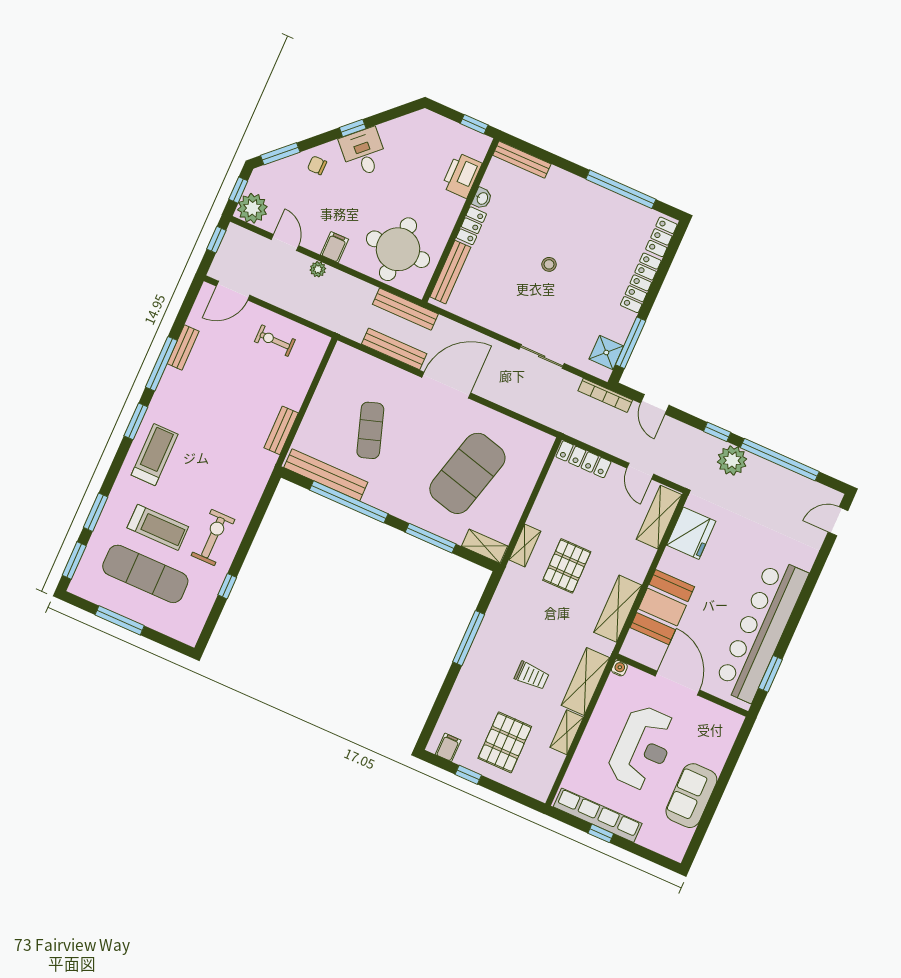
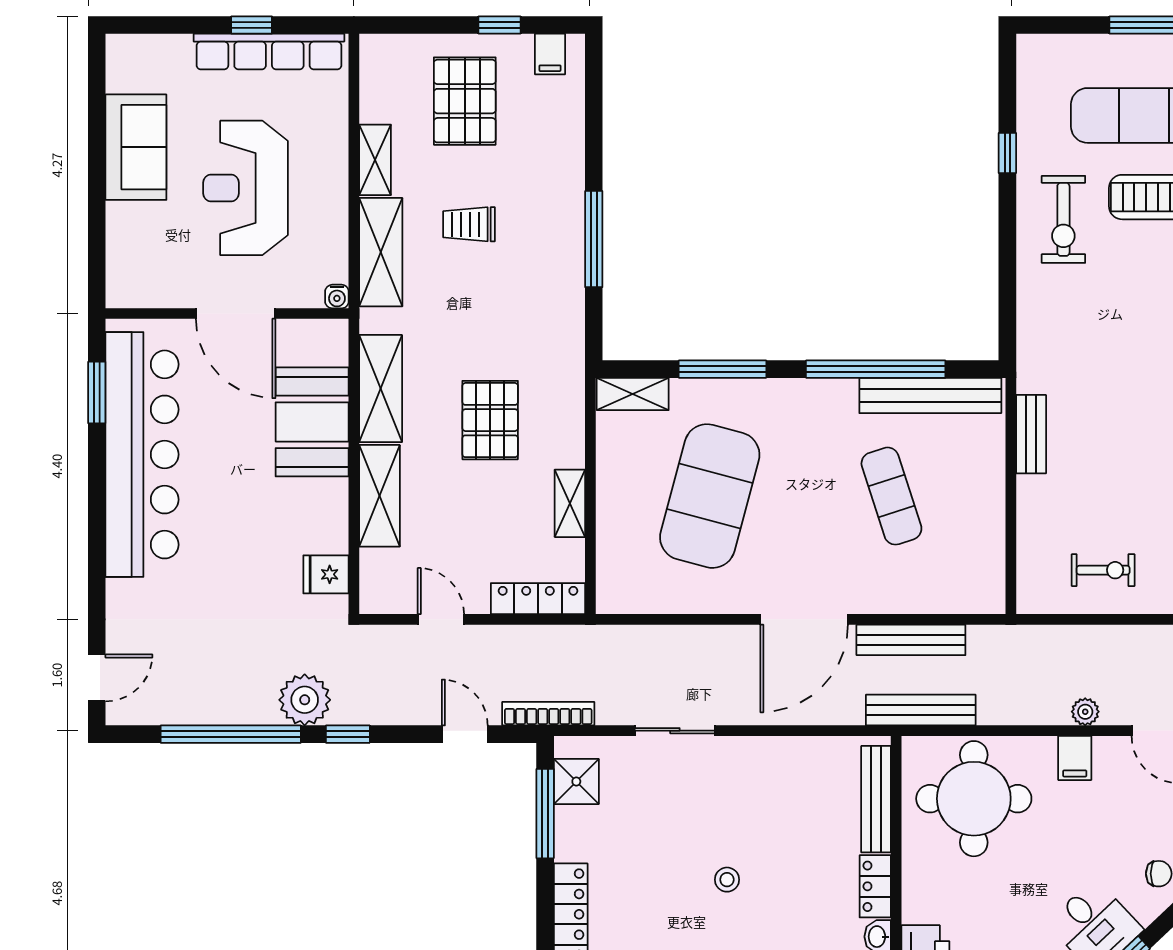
shelving: (659, 517) -> (379, 496), moved
fridge: (691, 533) -> (326, 574), width x0.53, depth x0.75
shelving: (525, 545) -> (570, 503), moved

